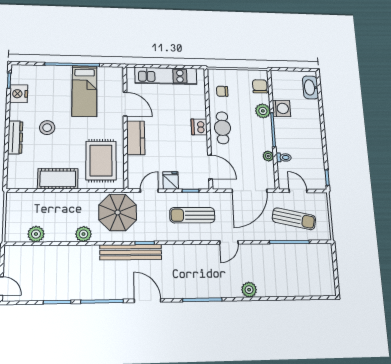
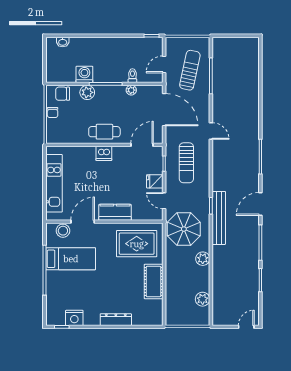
washbasin: (311, 87) -> (63, 42), width x0.52, depth x0.69
chair: (222, 91) -> (53, 113), moved
stool: (47, 128) -> (63, 231), moved
plant: (249, 290) -> (252, 115), removed

